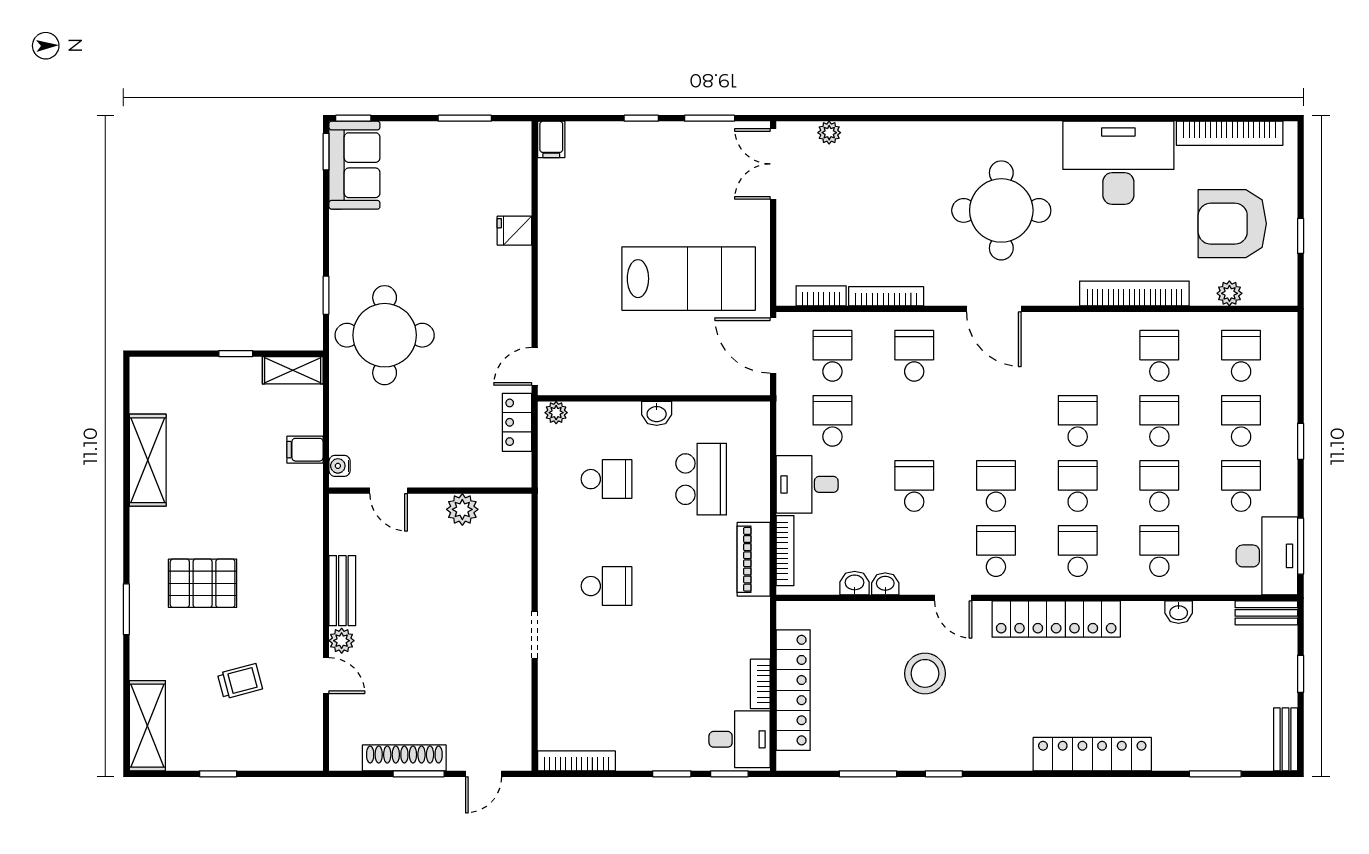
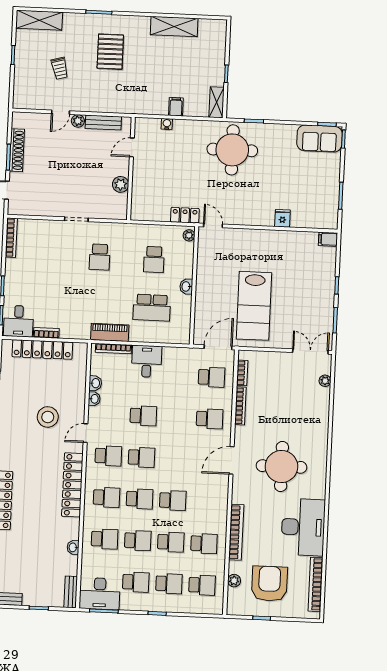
school desk: (832, 421) -> (178, 376), removed
door: (389, 491) -> (132, 147), moved
wall: (430, 491) -> (131, 169), moved
plant: (462, 509) -> (121, 184), moved

